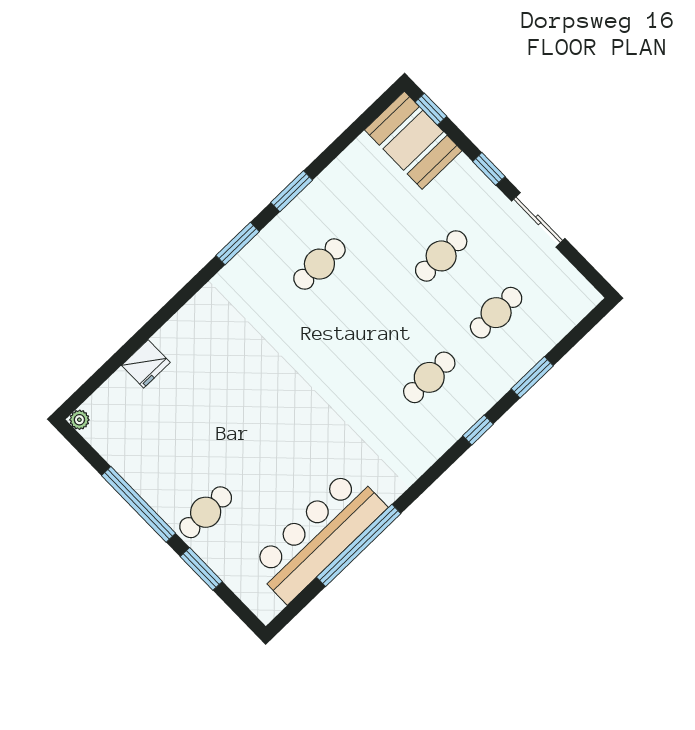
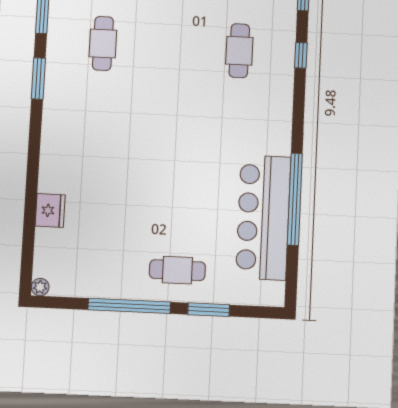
cafe table: (206, 512) -> (177, 270), turned 90

